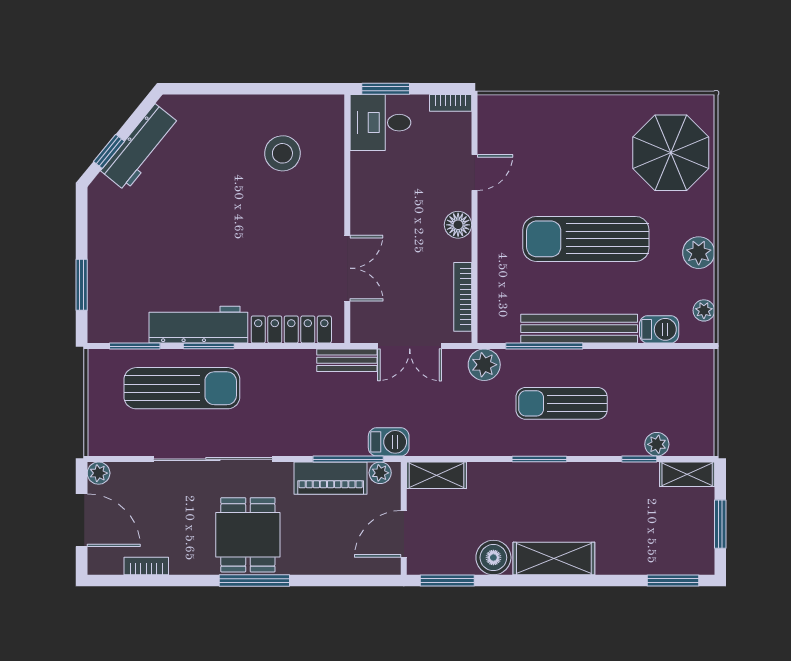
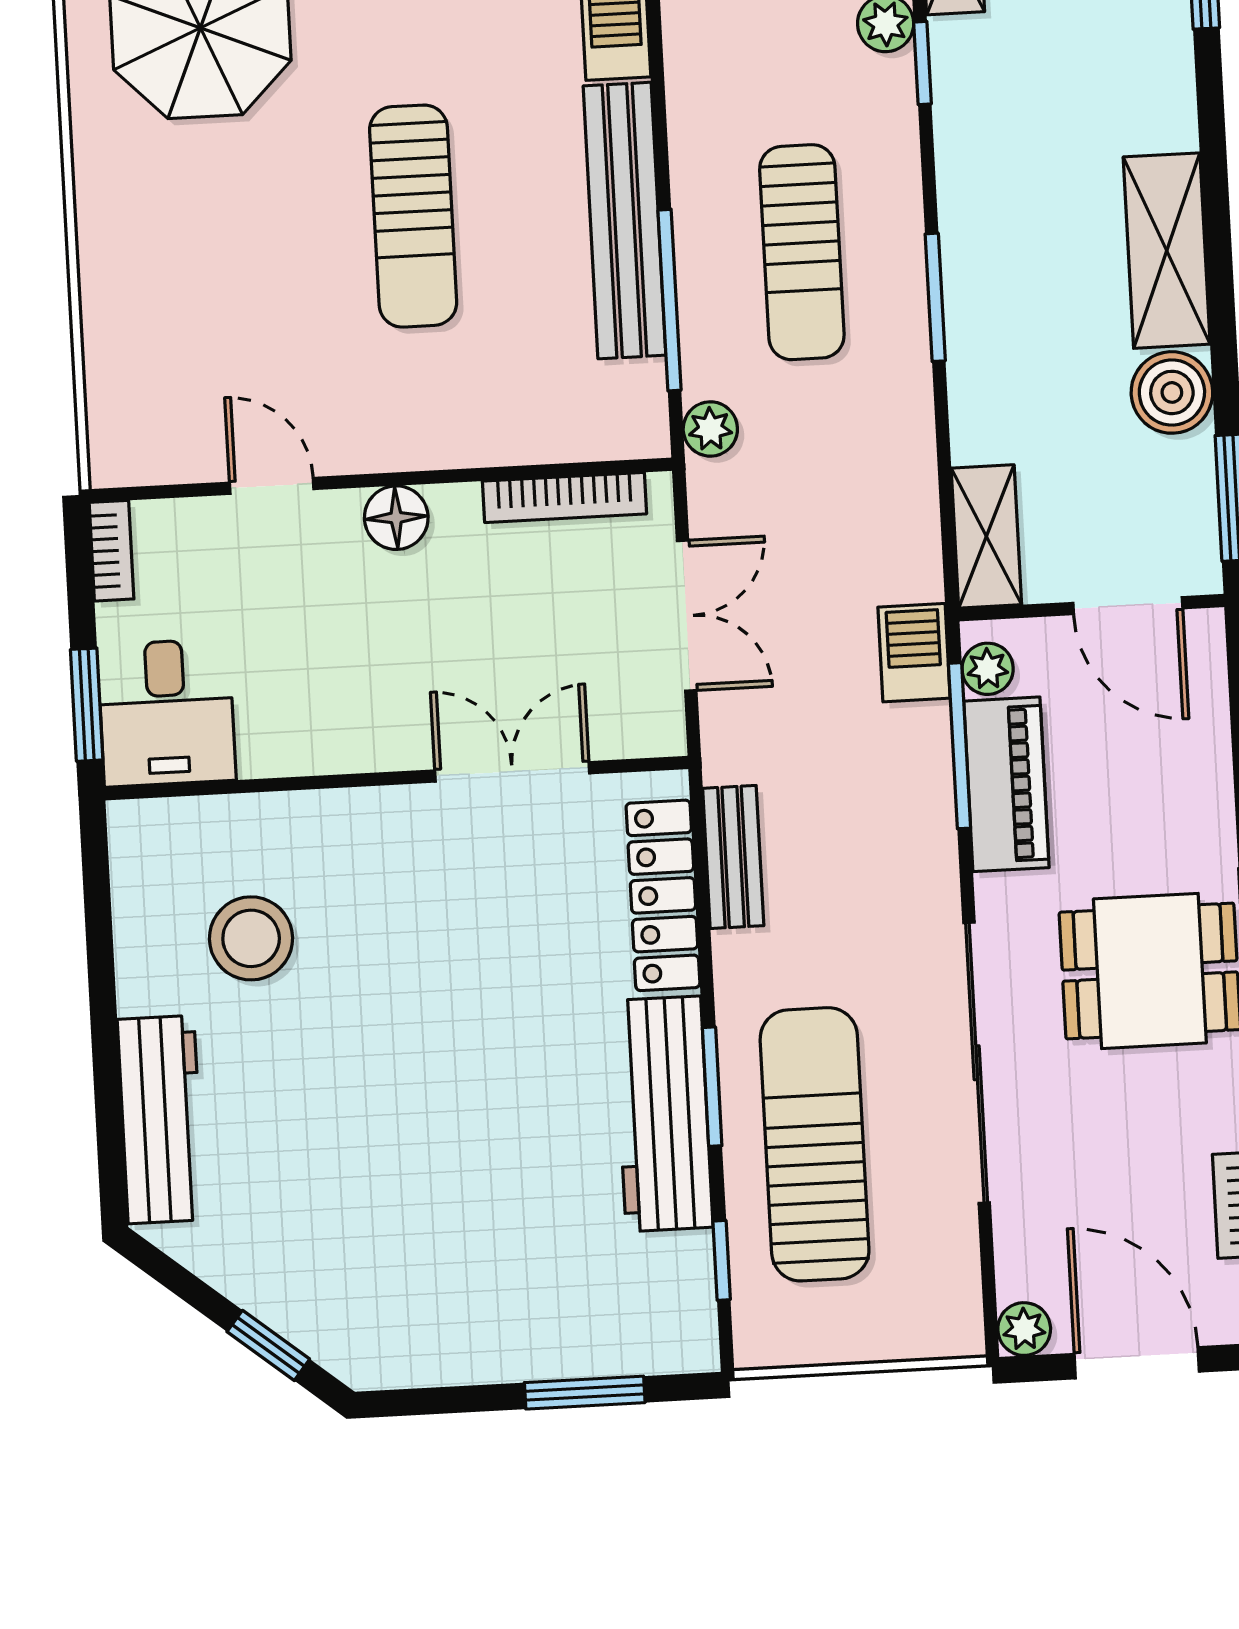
workbench: (140, 147) -> (161, 1120), moved, turned 51
sun lounger: (586, 239) -> (413, 216), width x0.73, depth x0.75
window: (135, 346) -> (722, 1260), width x0.67
bench: (347, 360) -> (733, 857), moved
plant: (484, 365) -> (710, 429), width x0.73, depth x0.73
door: (82, 520) -> (1137, 1363), hinge flipped

